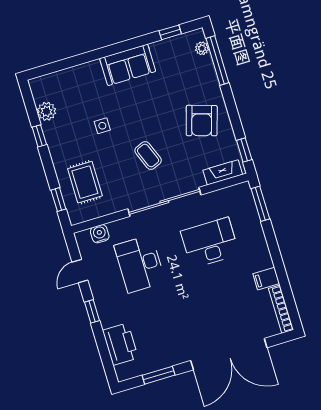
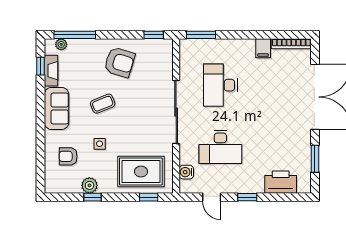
armchair: (77, 94) -> (68, 156), added
plant: (47, 111) -> (89, 185), moved
coffee table: (148, 156) -> (103, 104), moved
fireplace: (223, 172) -> (51, 71), moved, turned 180
rug: (85, 182) -> (141, 172), width x1.36, depth x1.43

